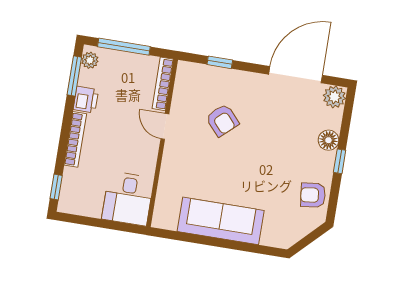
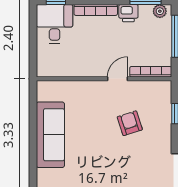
armchair: (222, 120) -> (130, 123), turned 114
desk: (128, 199) -> (55, 24), moved, turned 90

